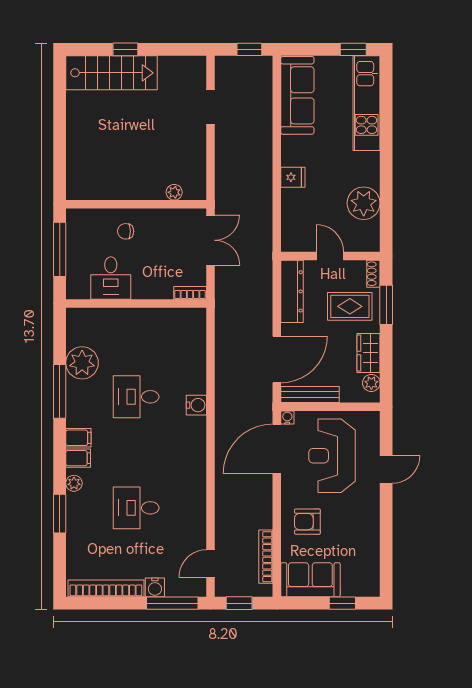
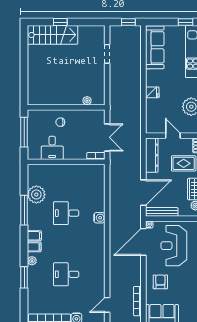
double door: (211, 240) -> (107, 137), moved
armchair: (307, 522) -> (160, 282), turned 90

